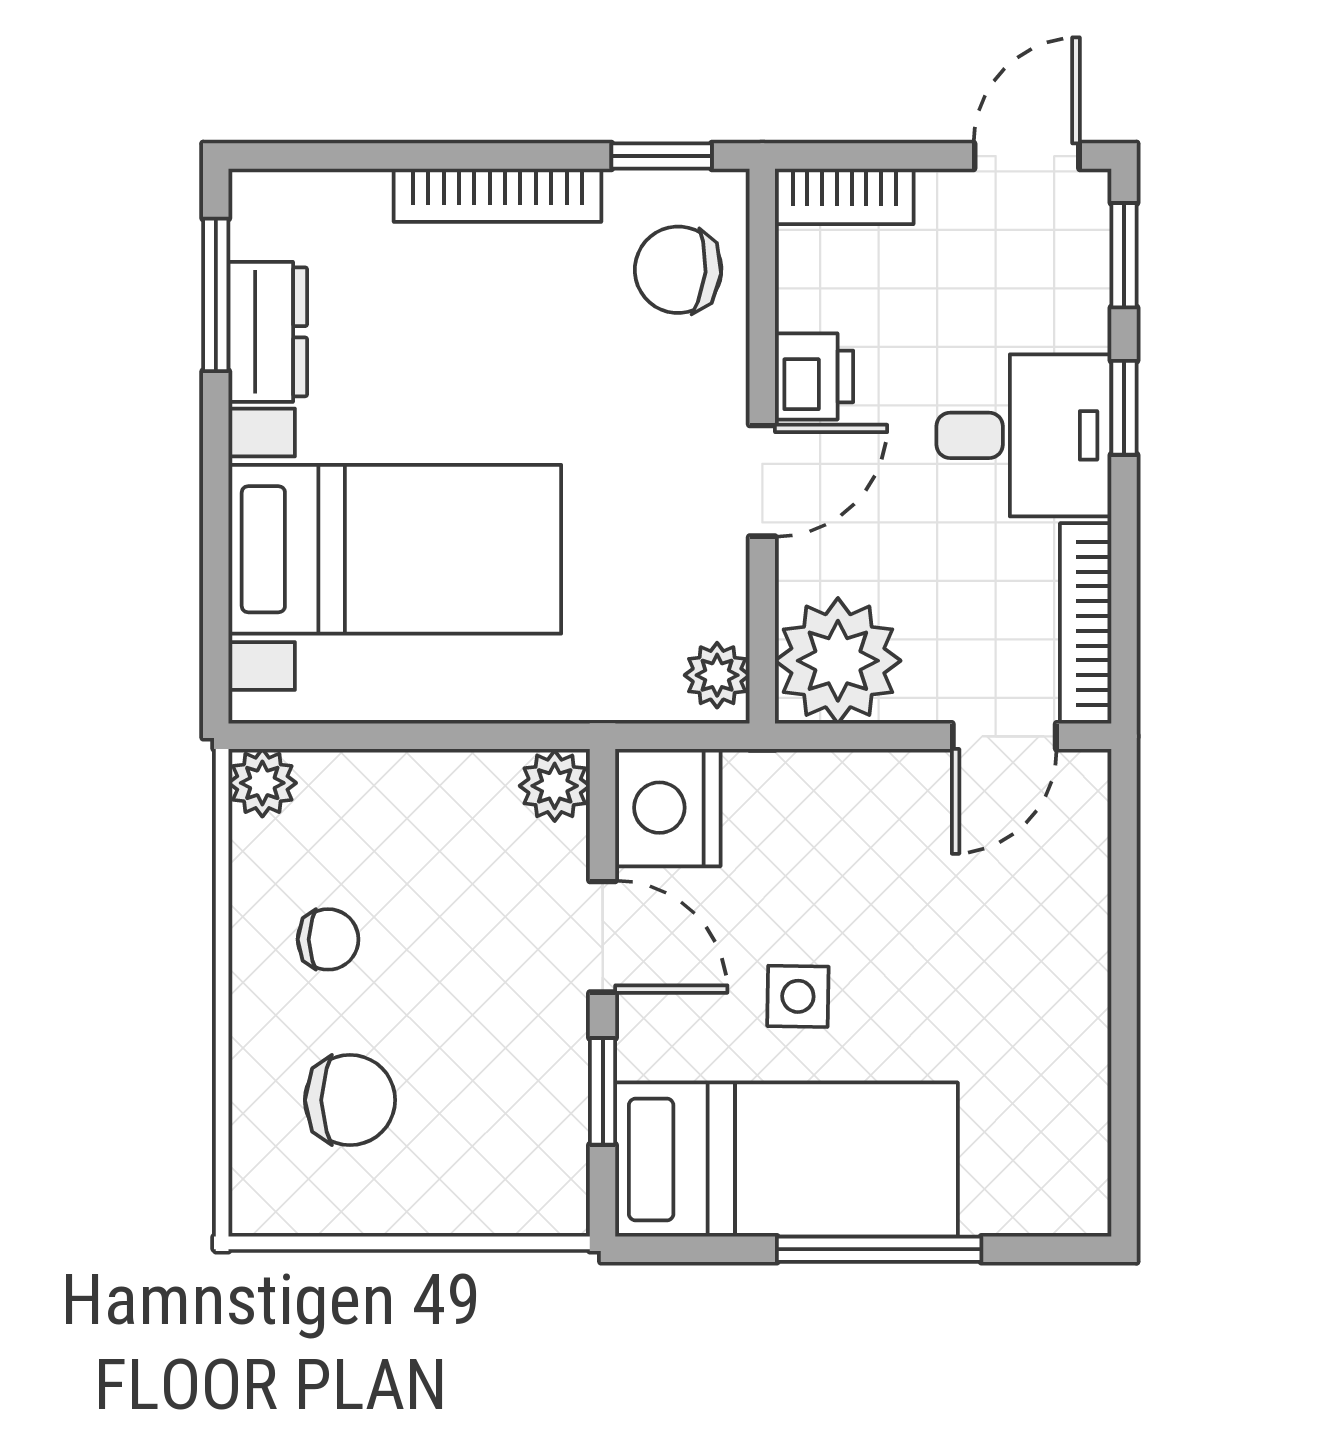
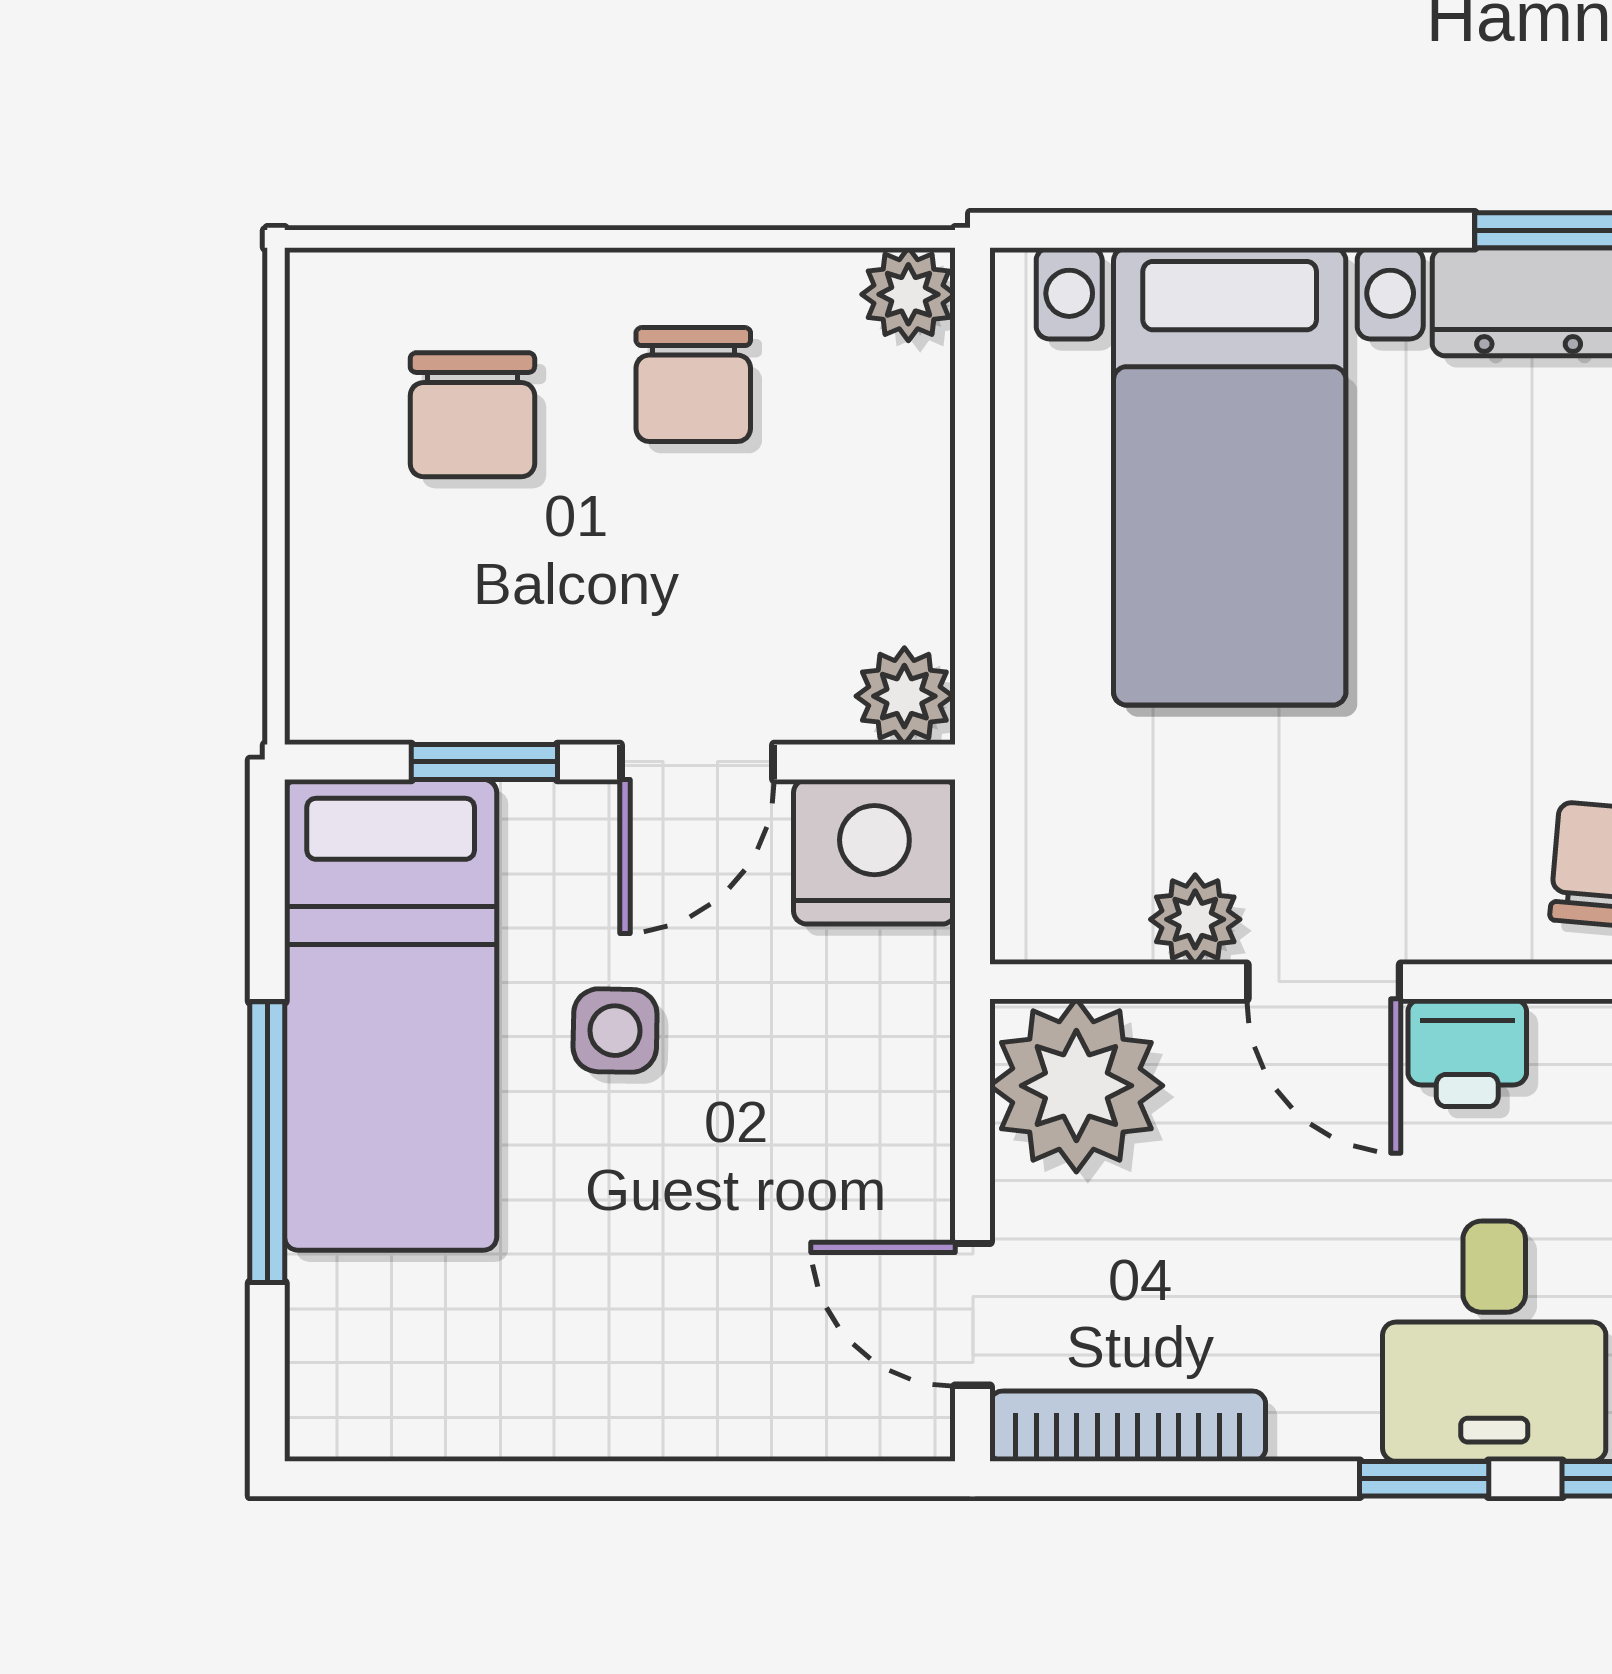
desk: (1024, 435) -> (1494, 1341), moved
plant: (717, 675) -> (1195, 919), moved
chair: (328, 939) -> (693, 385), width x1.37, depth x1.37

